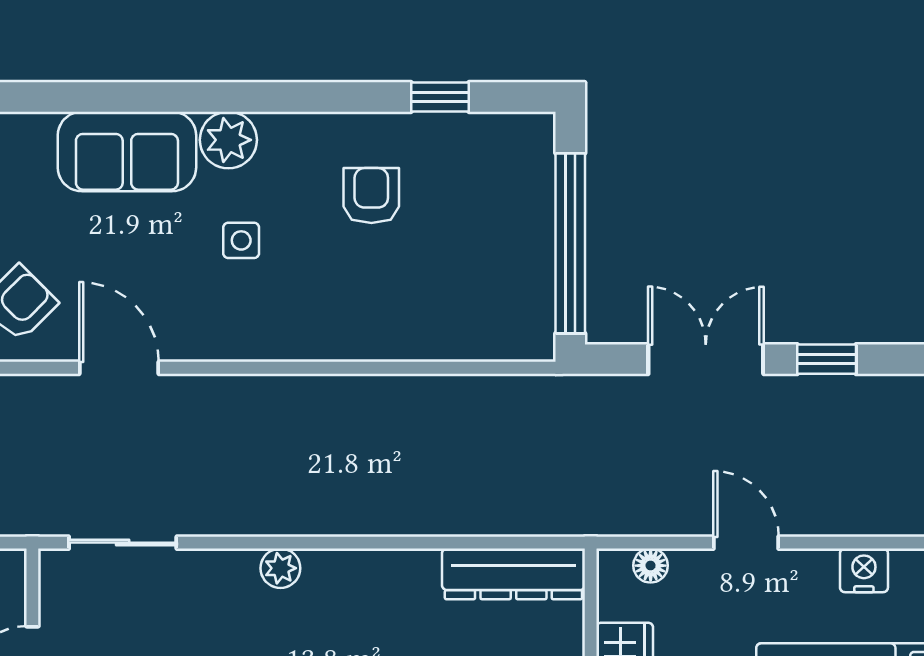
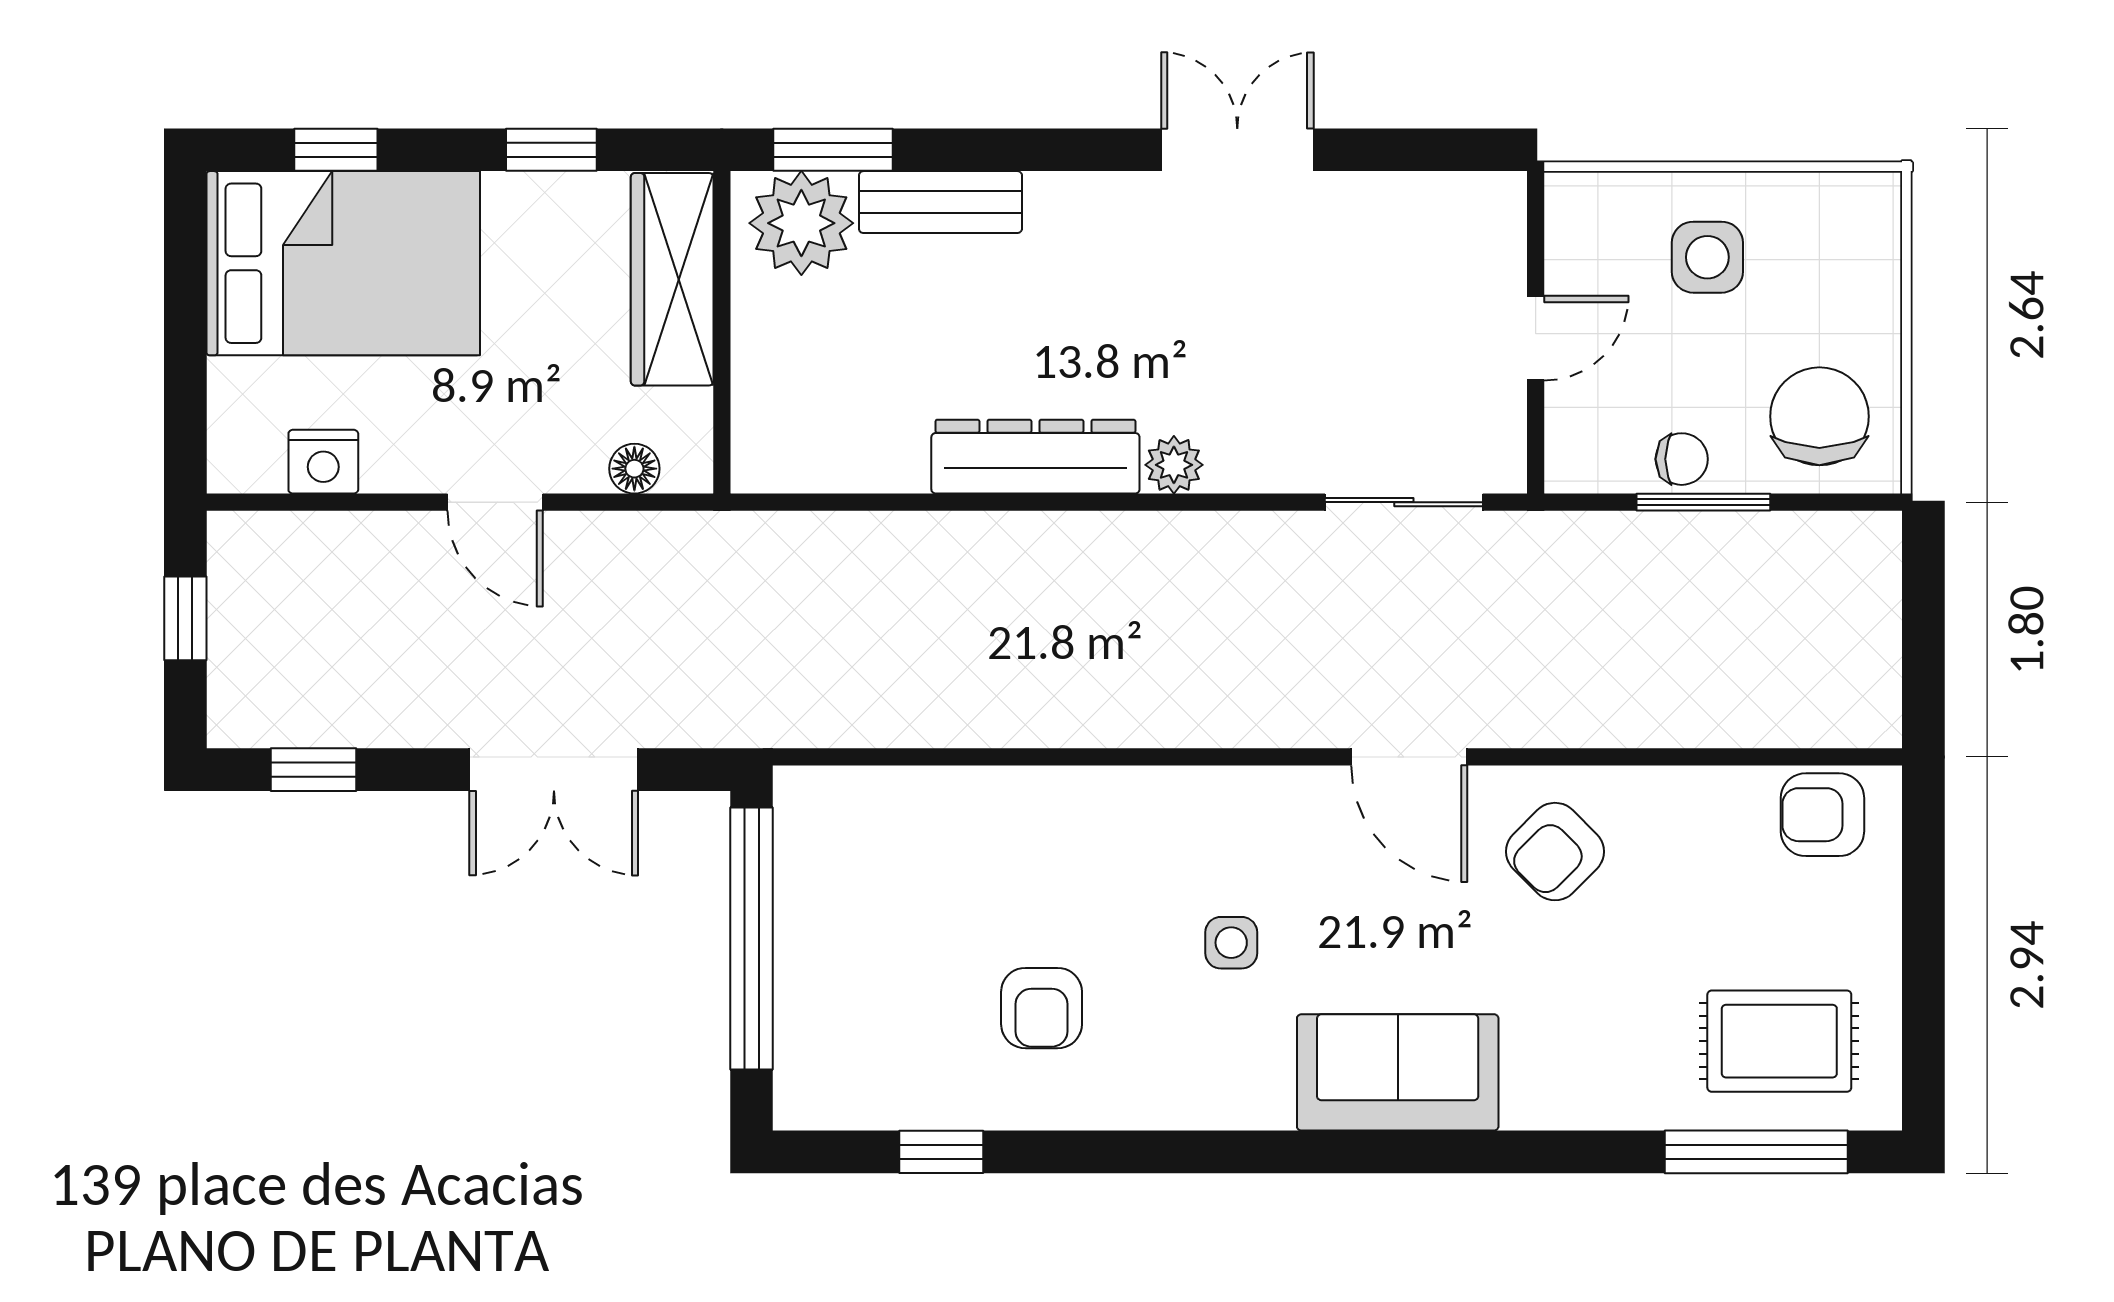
plant: (228, 140) -> (1250, 1089), removed
window: (827, 359) -> (314, 770), moved
dresser: (513, 574) -> (1035, 457), moved

